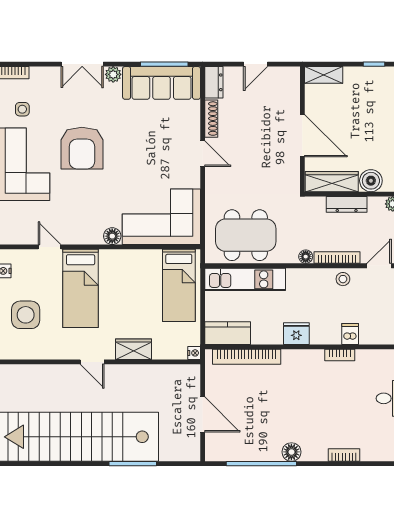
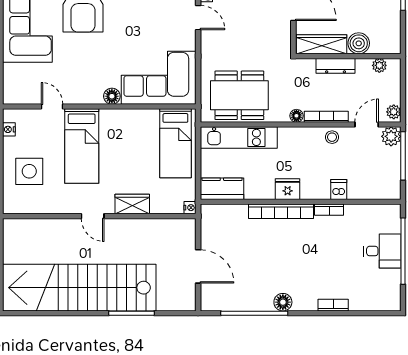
bookcase: (247, 357) -> (281, 211), moved

